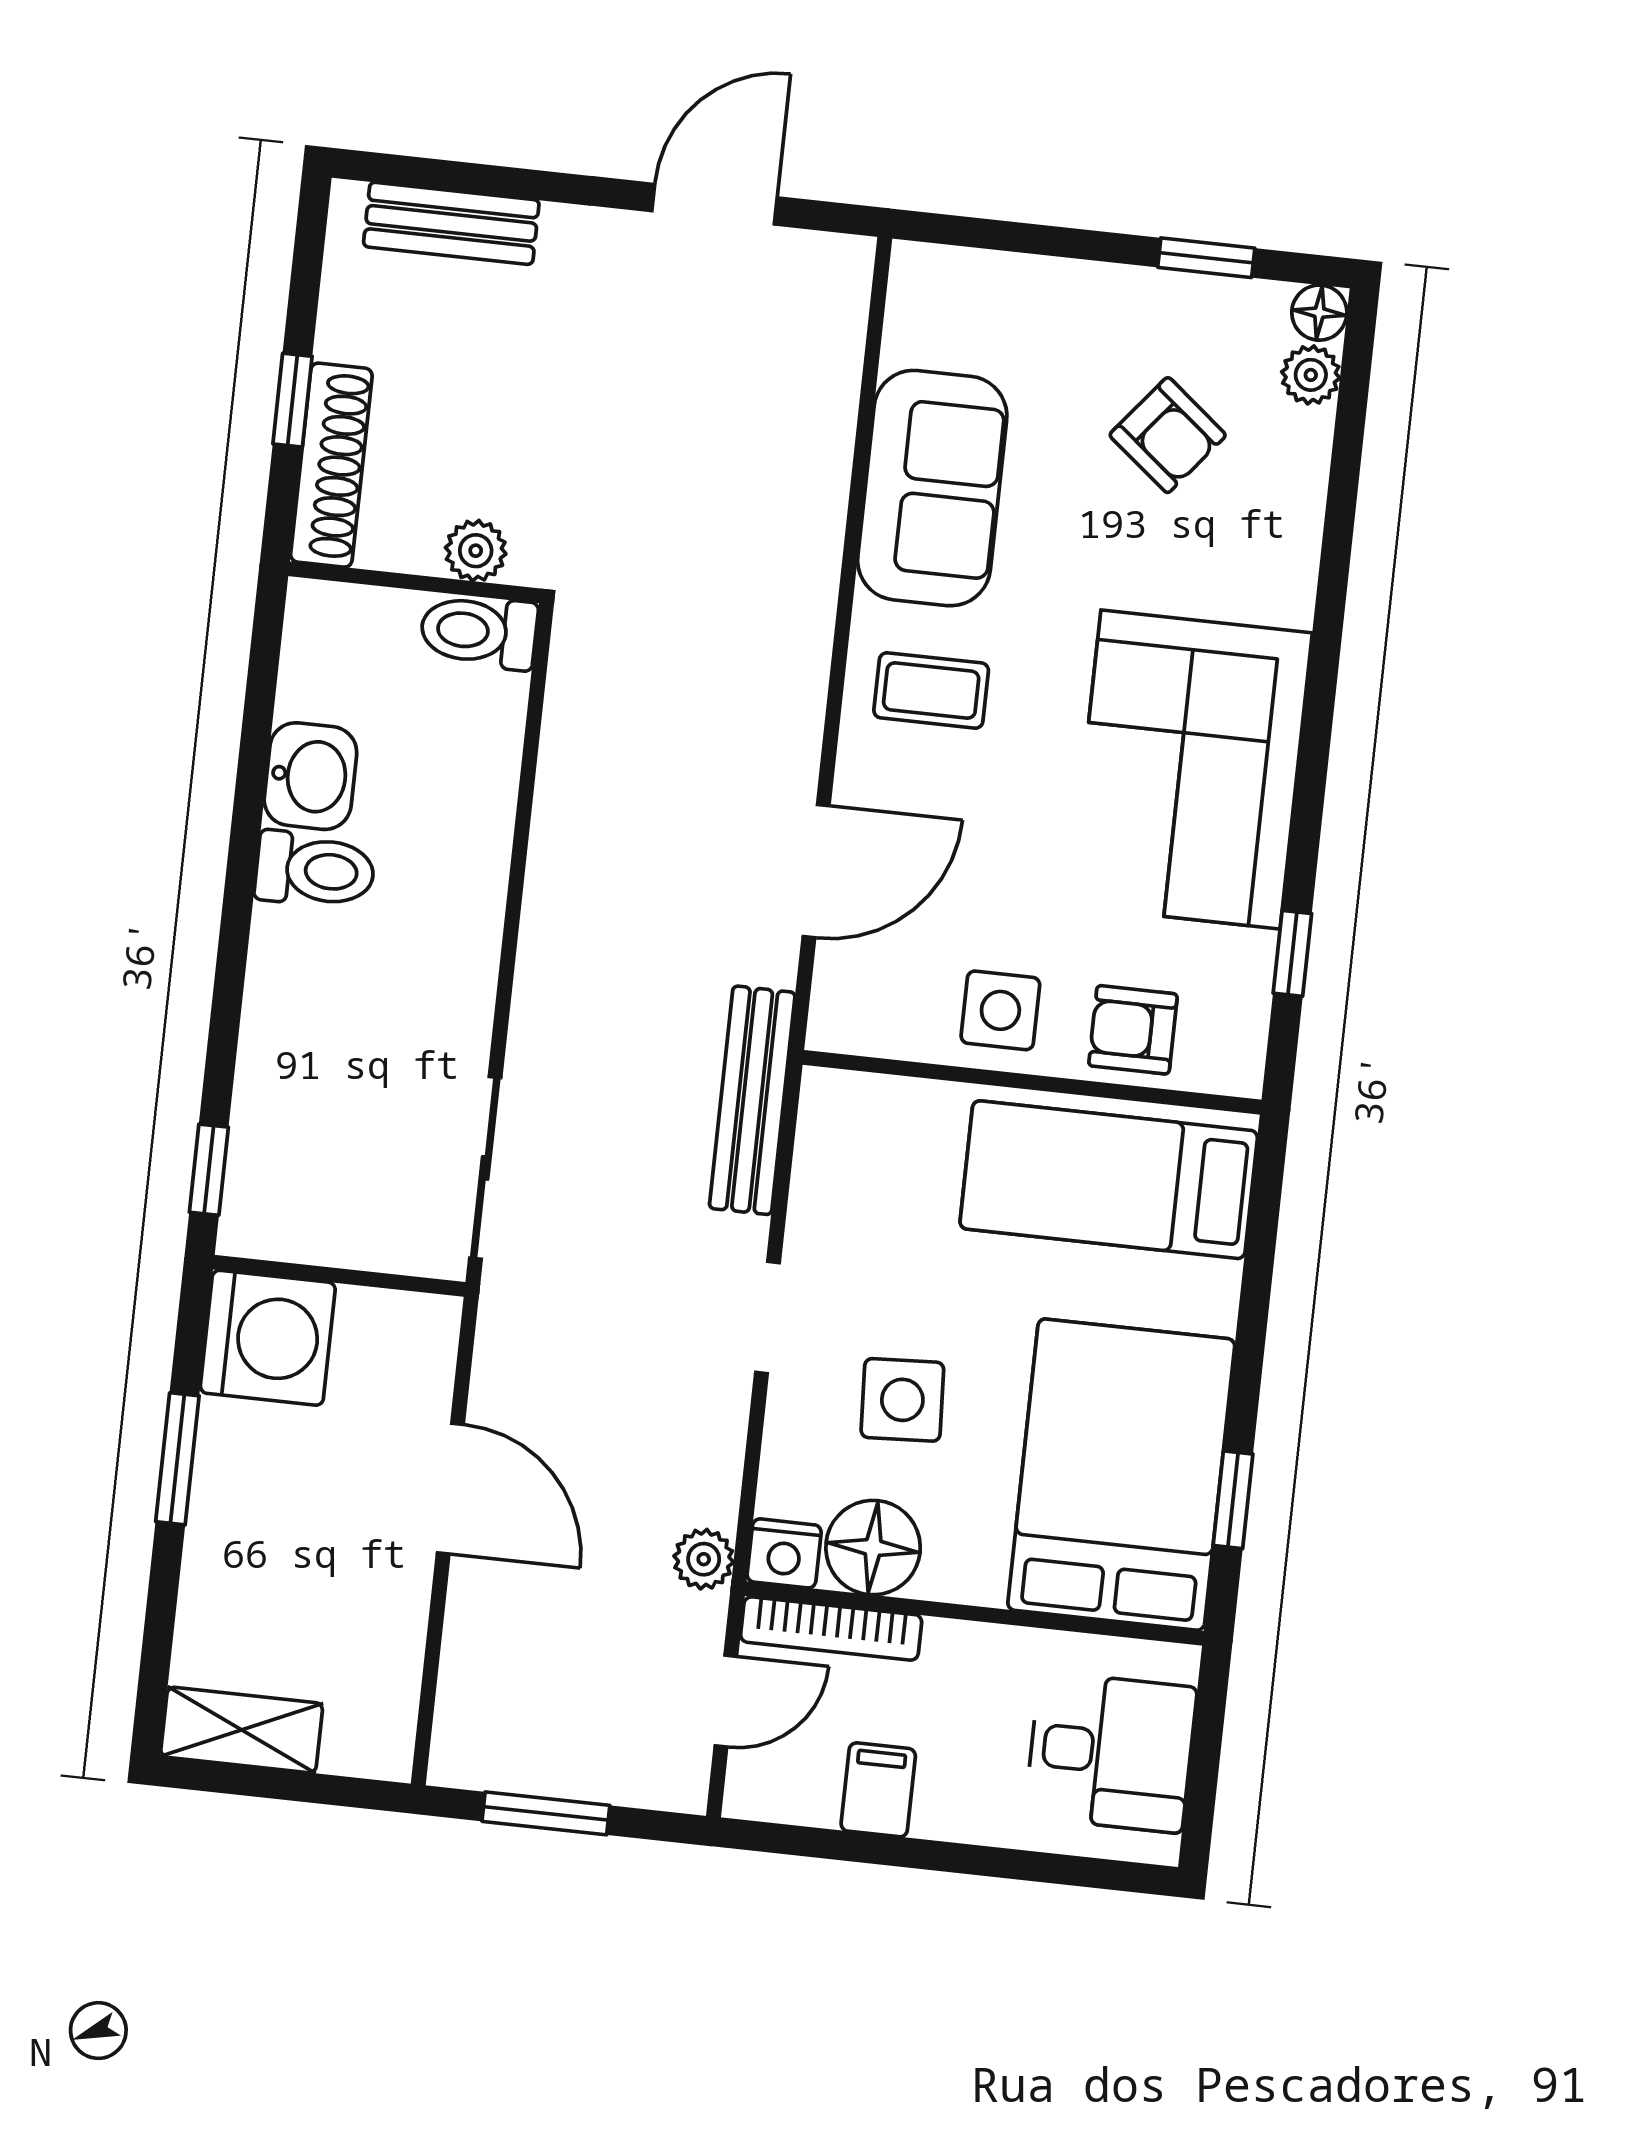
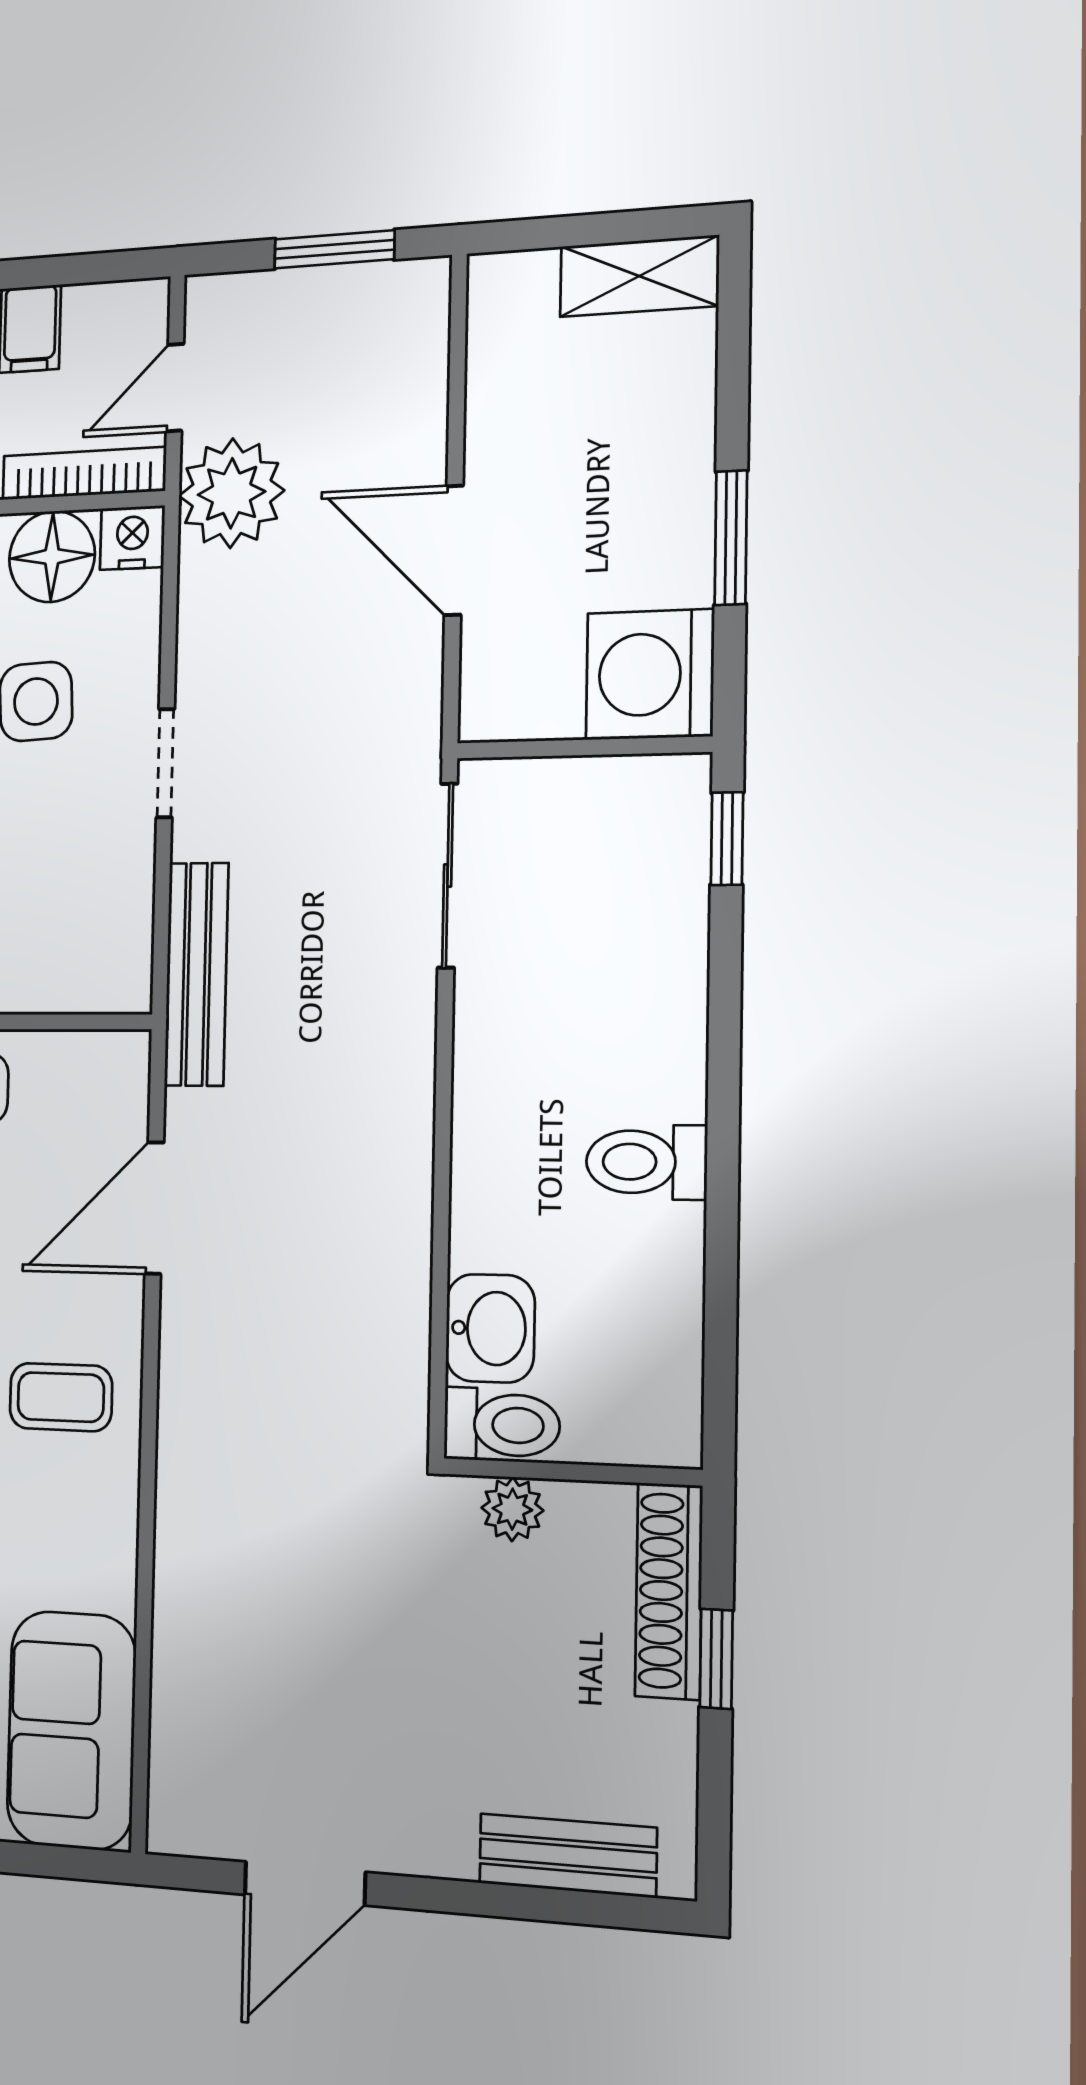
sofa: (932, 488) -> (71, 1730), moved
washbasin: (310, 776) -> (490, 1328), moved, turned 180
plant: (704, 1559) -> (232, 493), width x1.87, depth x1.87

